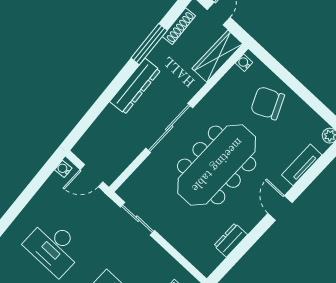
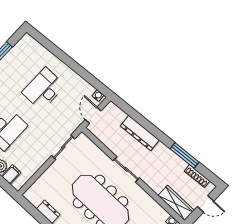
dresser: (135, 86) -> (140, 133), moved
sliding door: (169, 128) -> (126, 169), width x0.73

